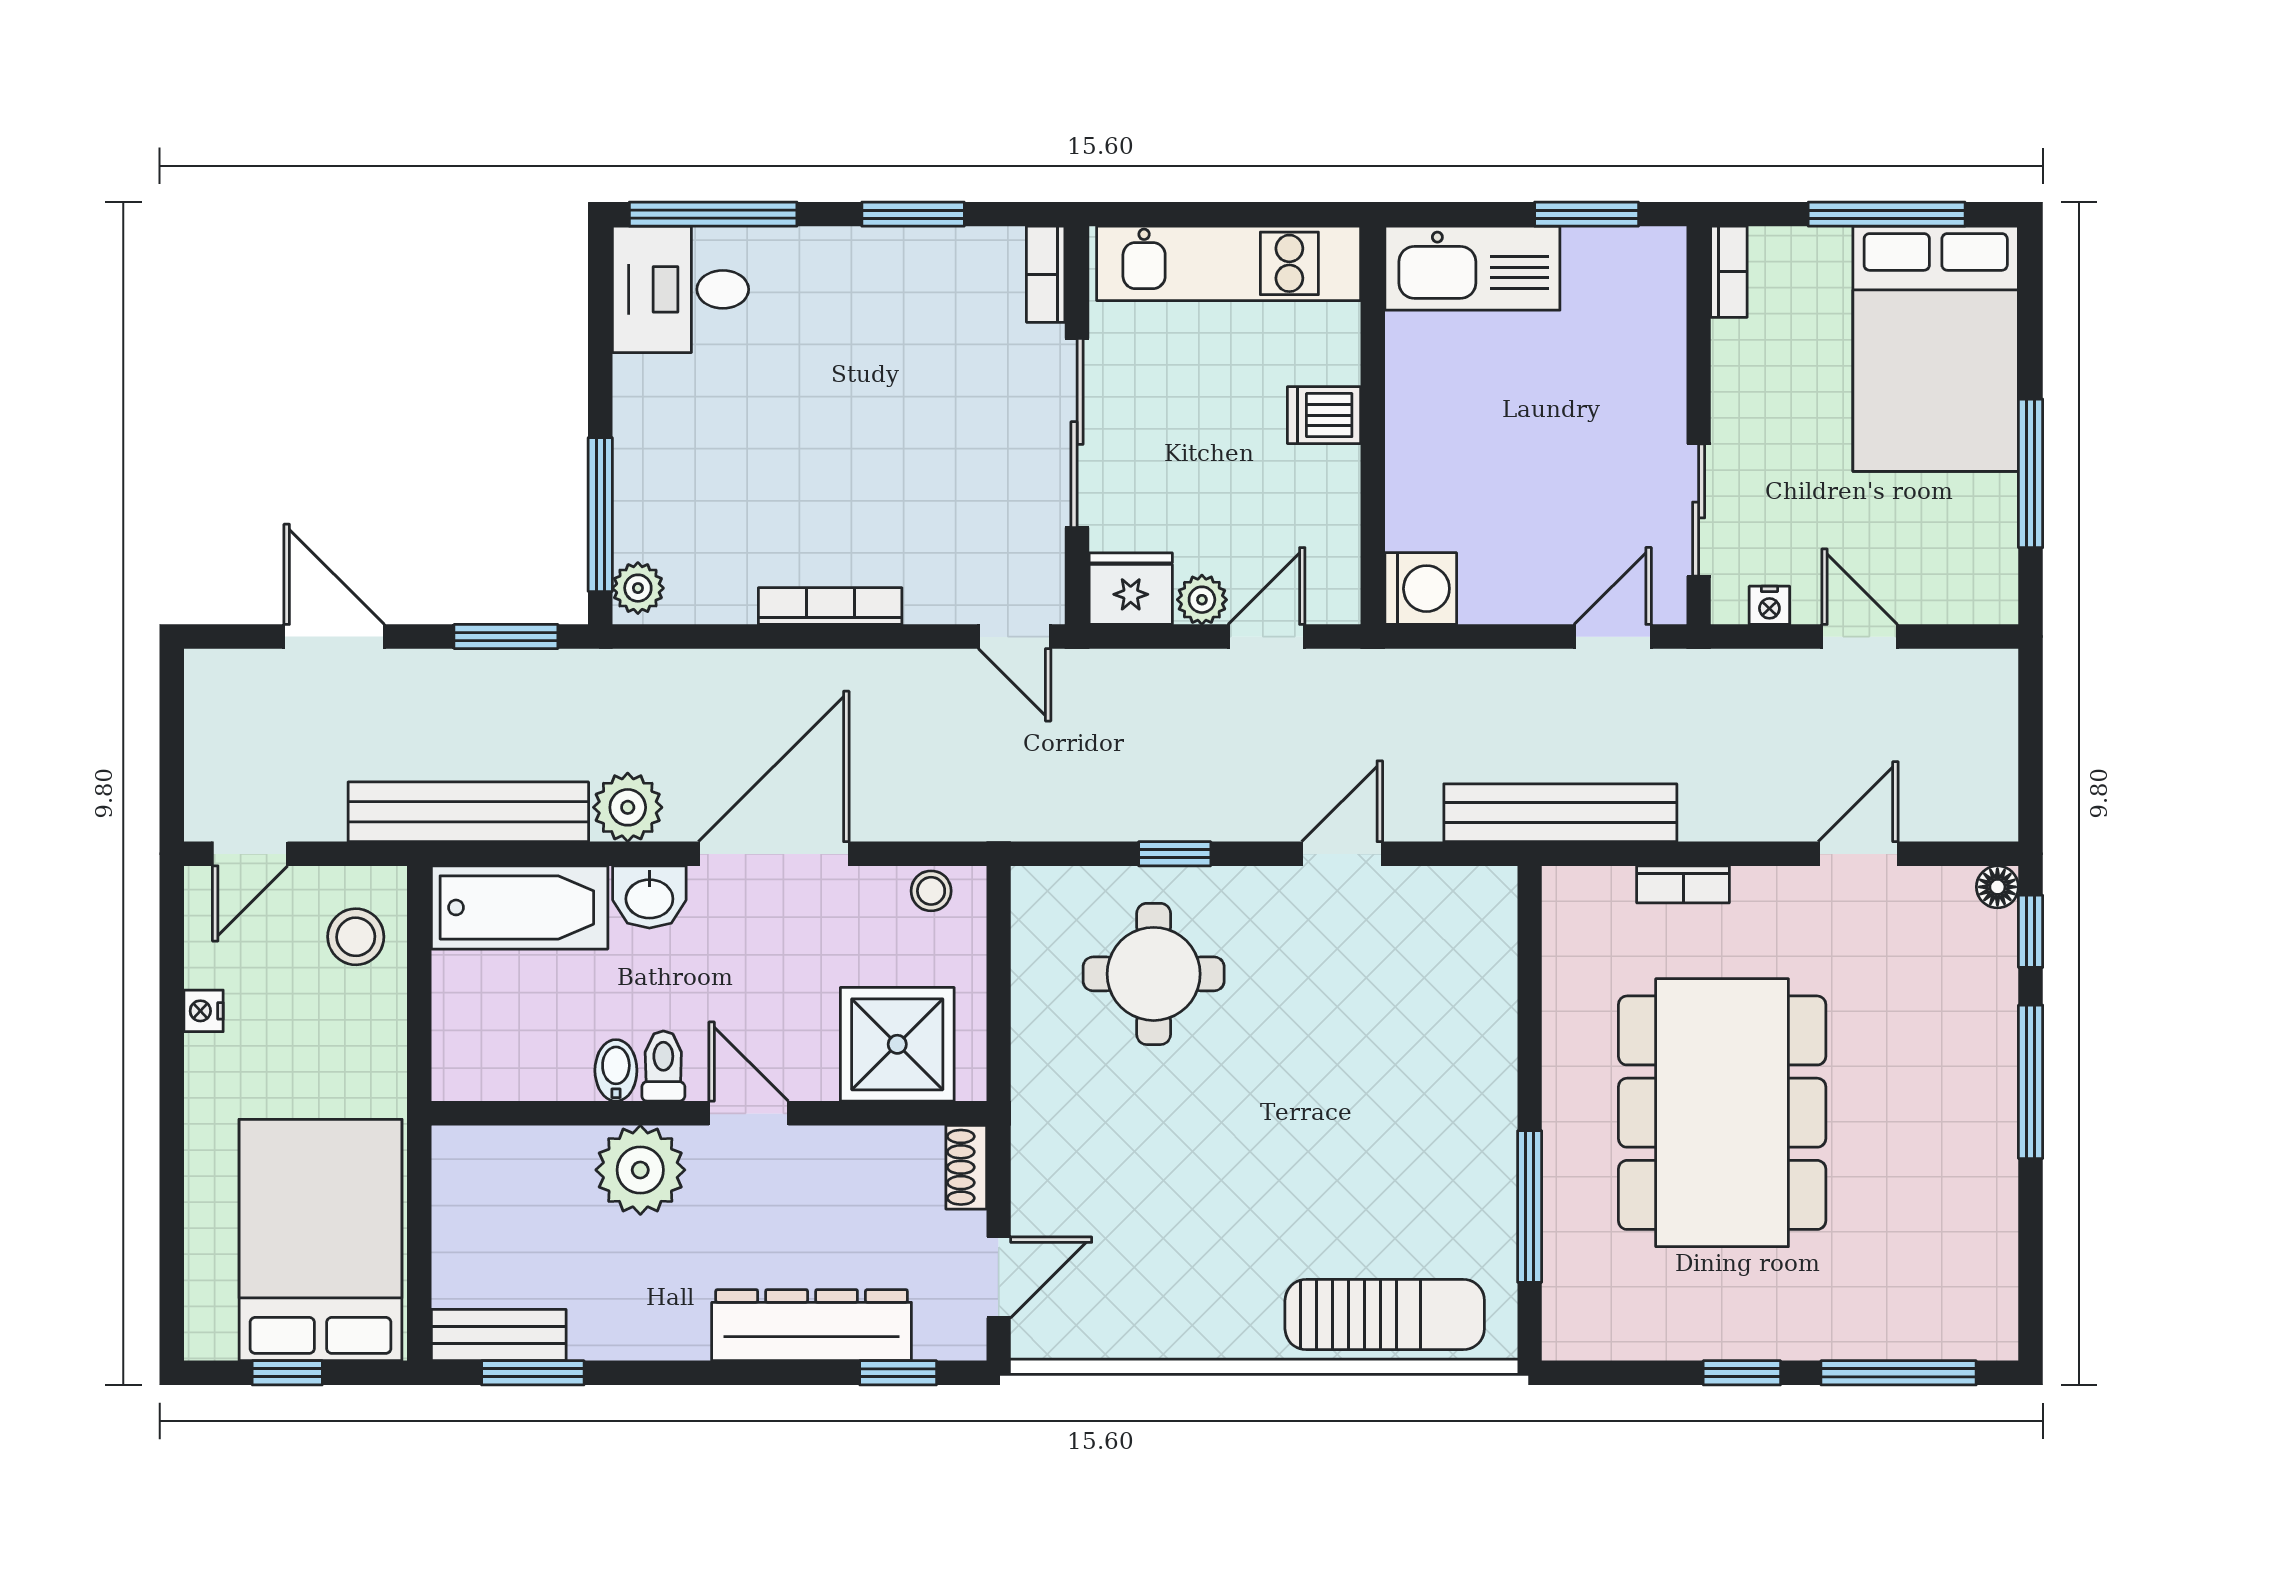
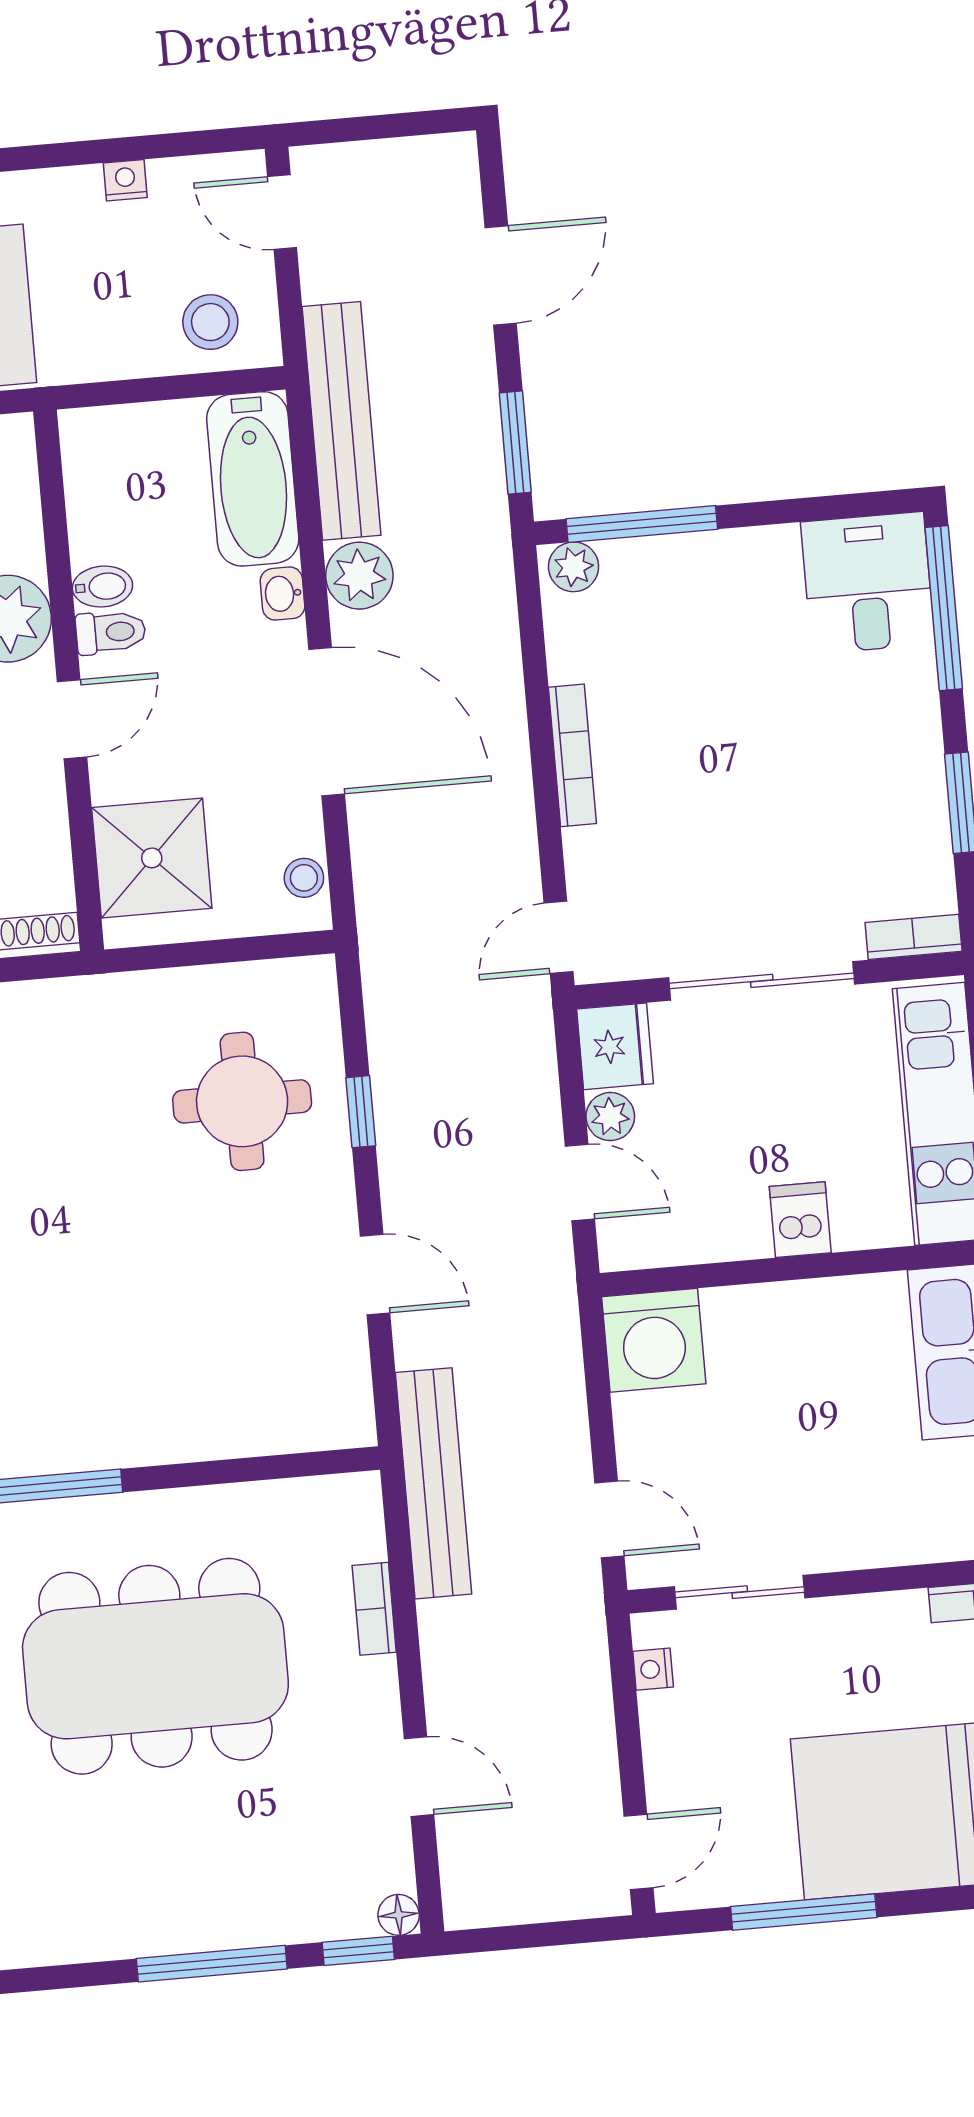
washing machine: (1421, 589) -> (654, 1340), width x1.37, depth x1.37
door: (1860, 637) -> (638, 1852), moved
washbasin: (649, 897) -> (282, 594), width x0.72, depth x0.69

